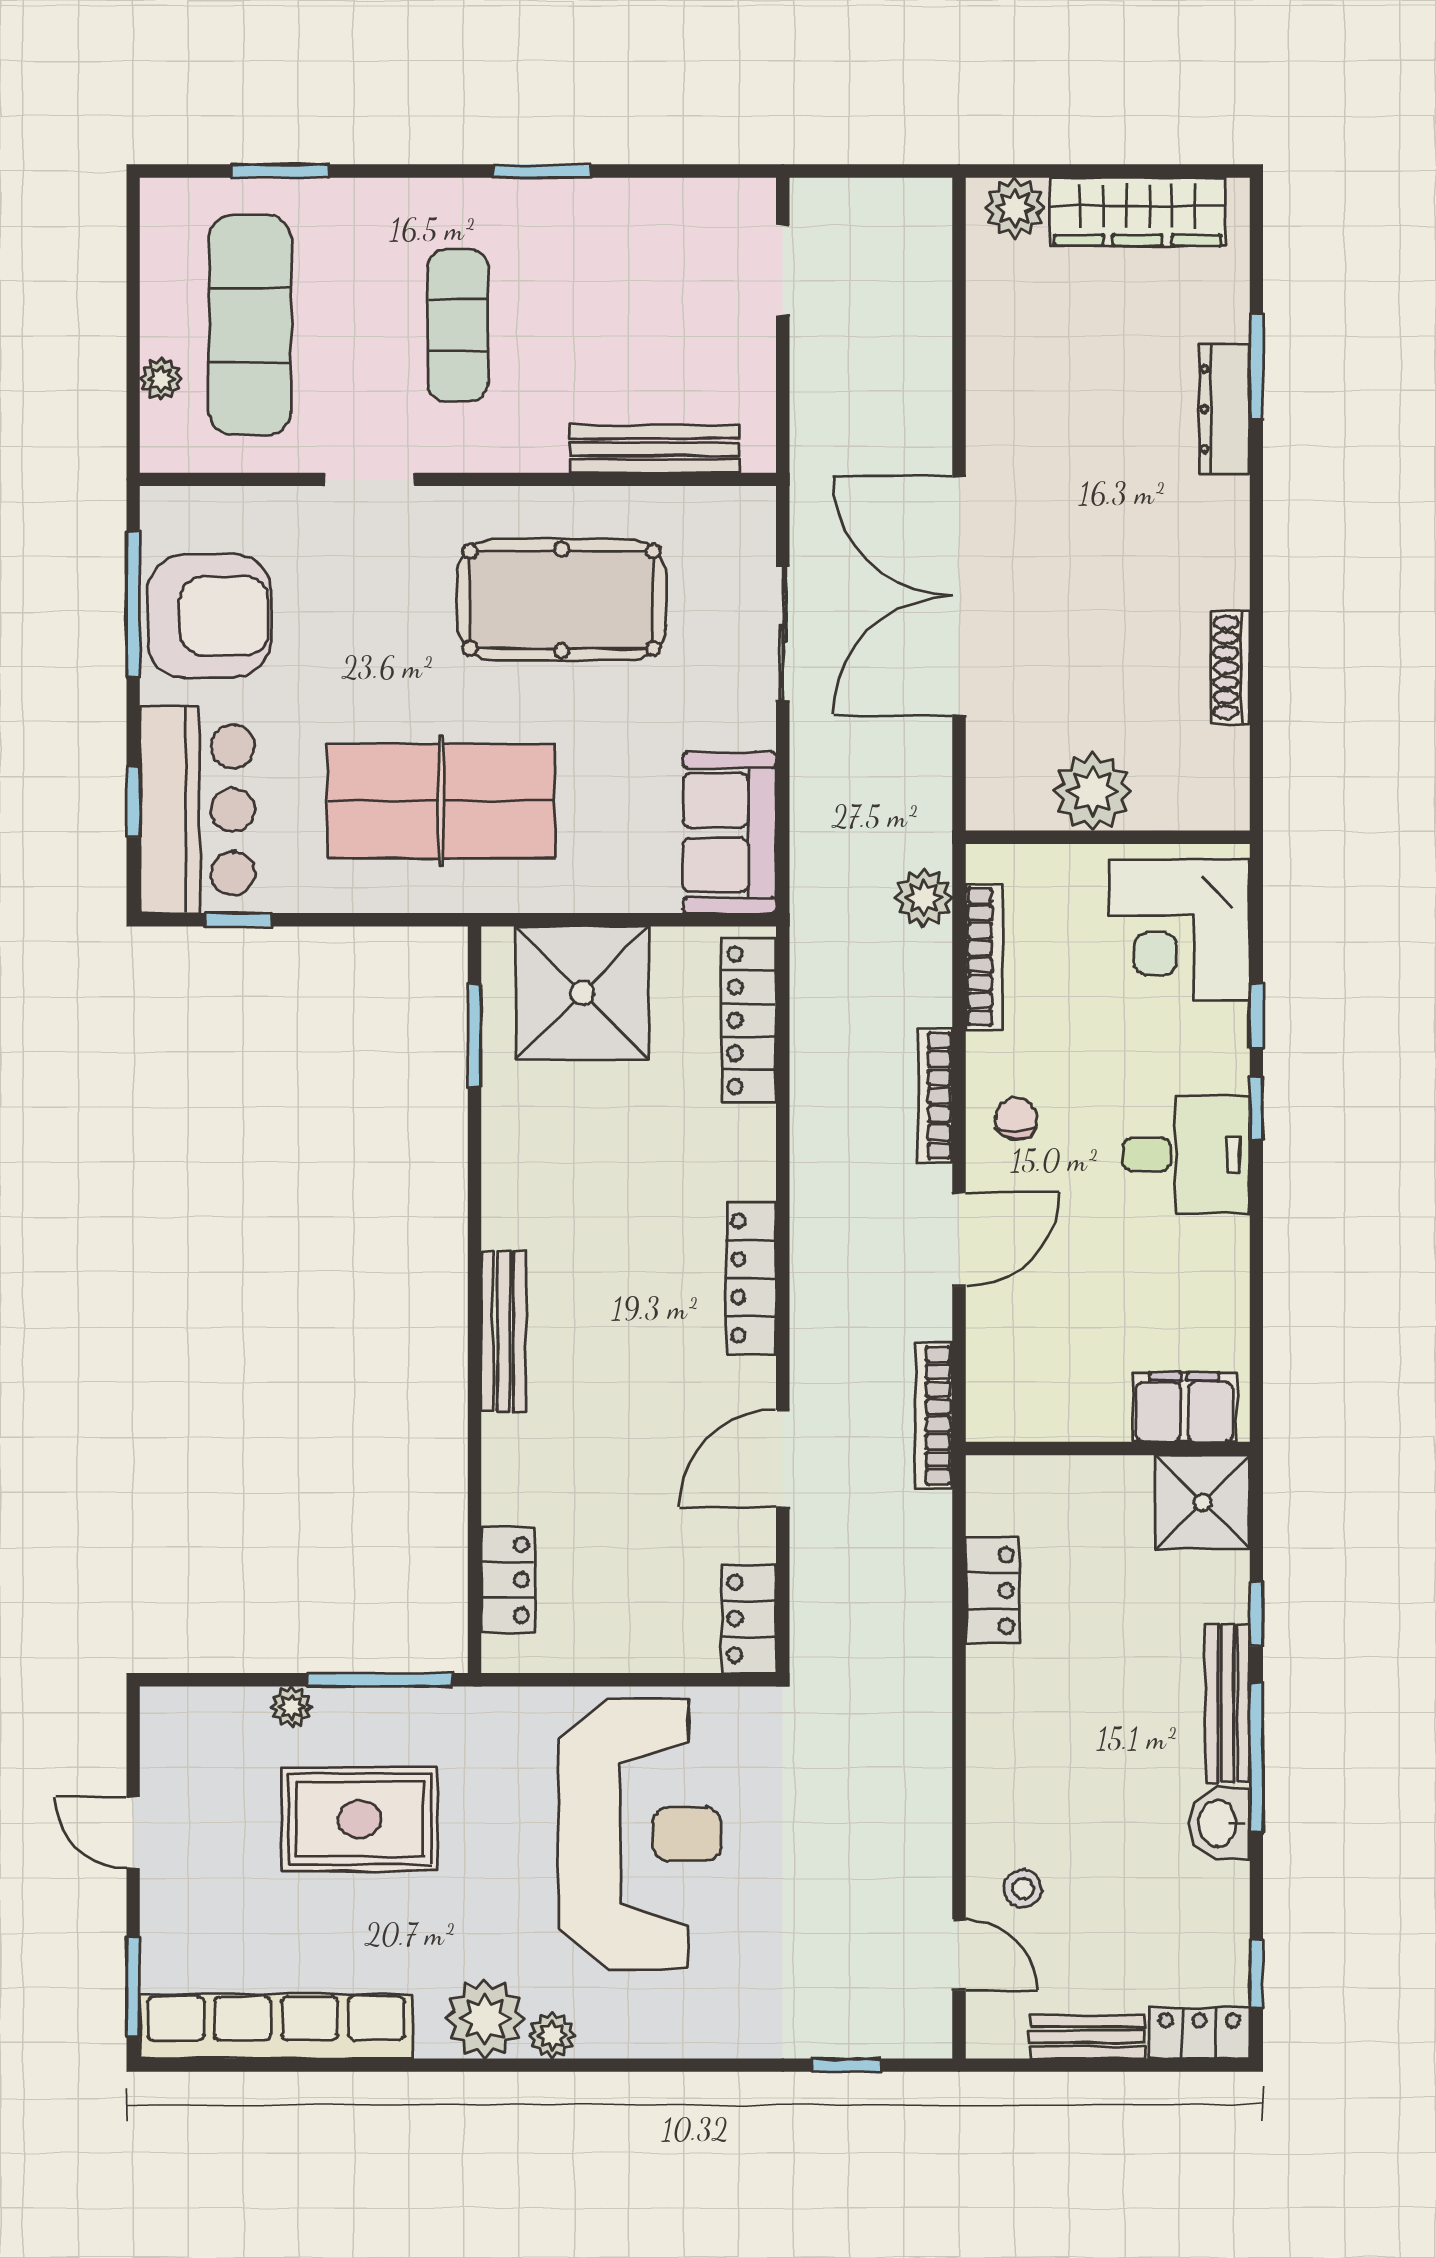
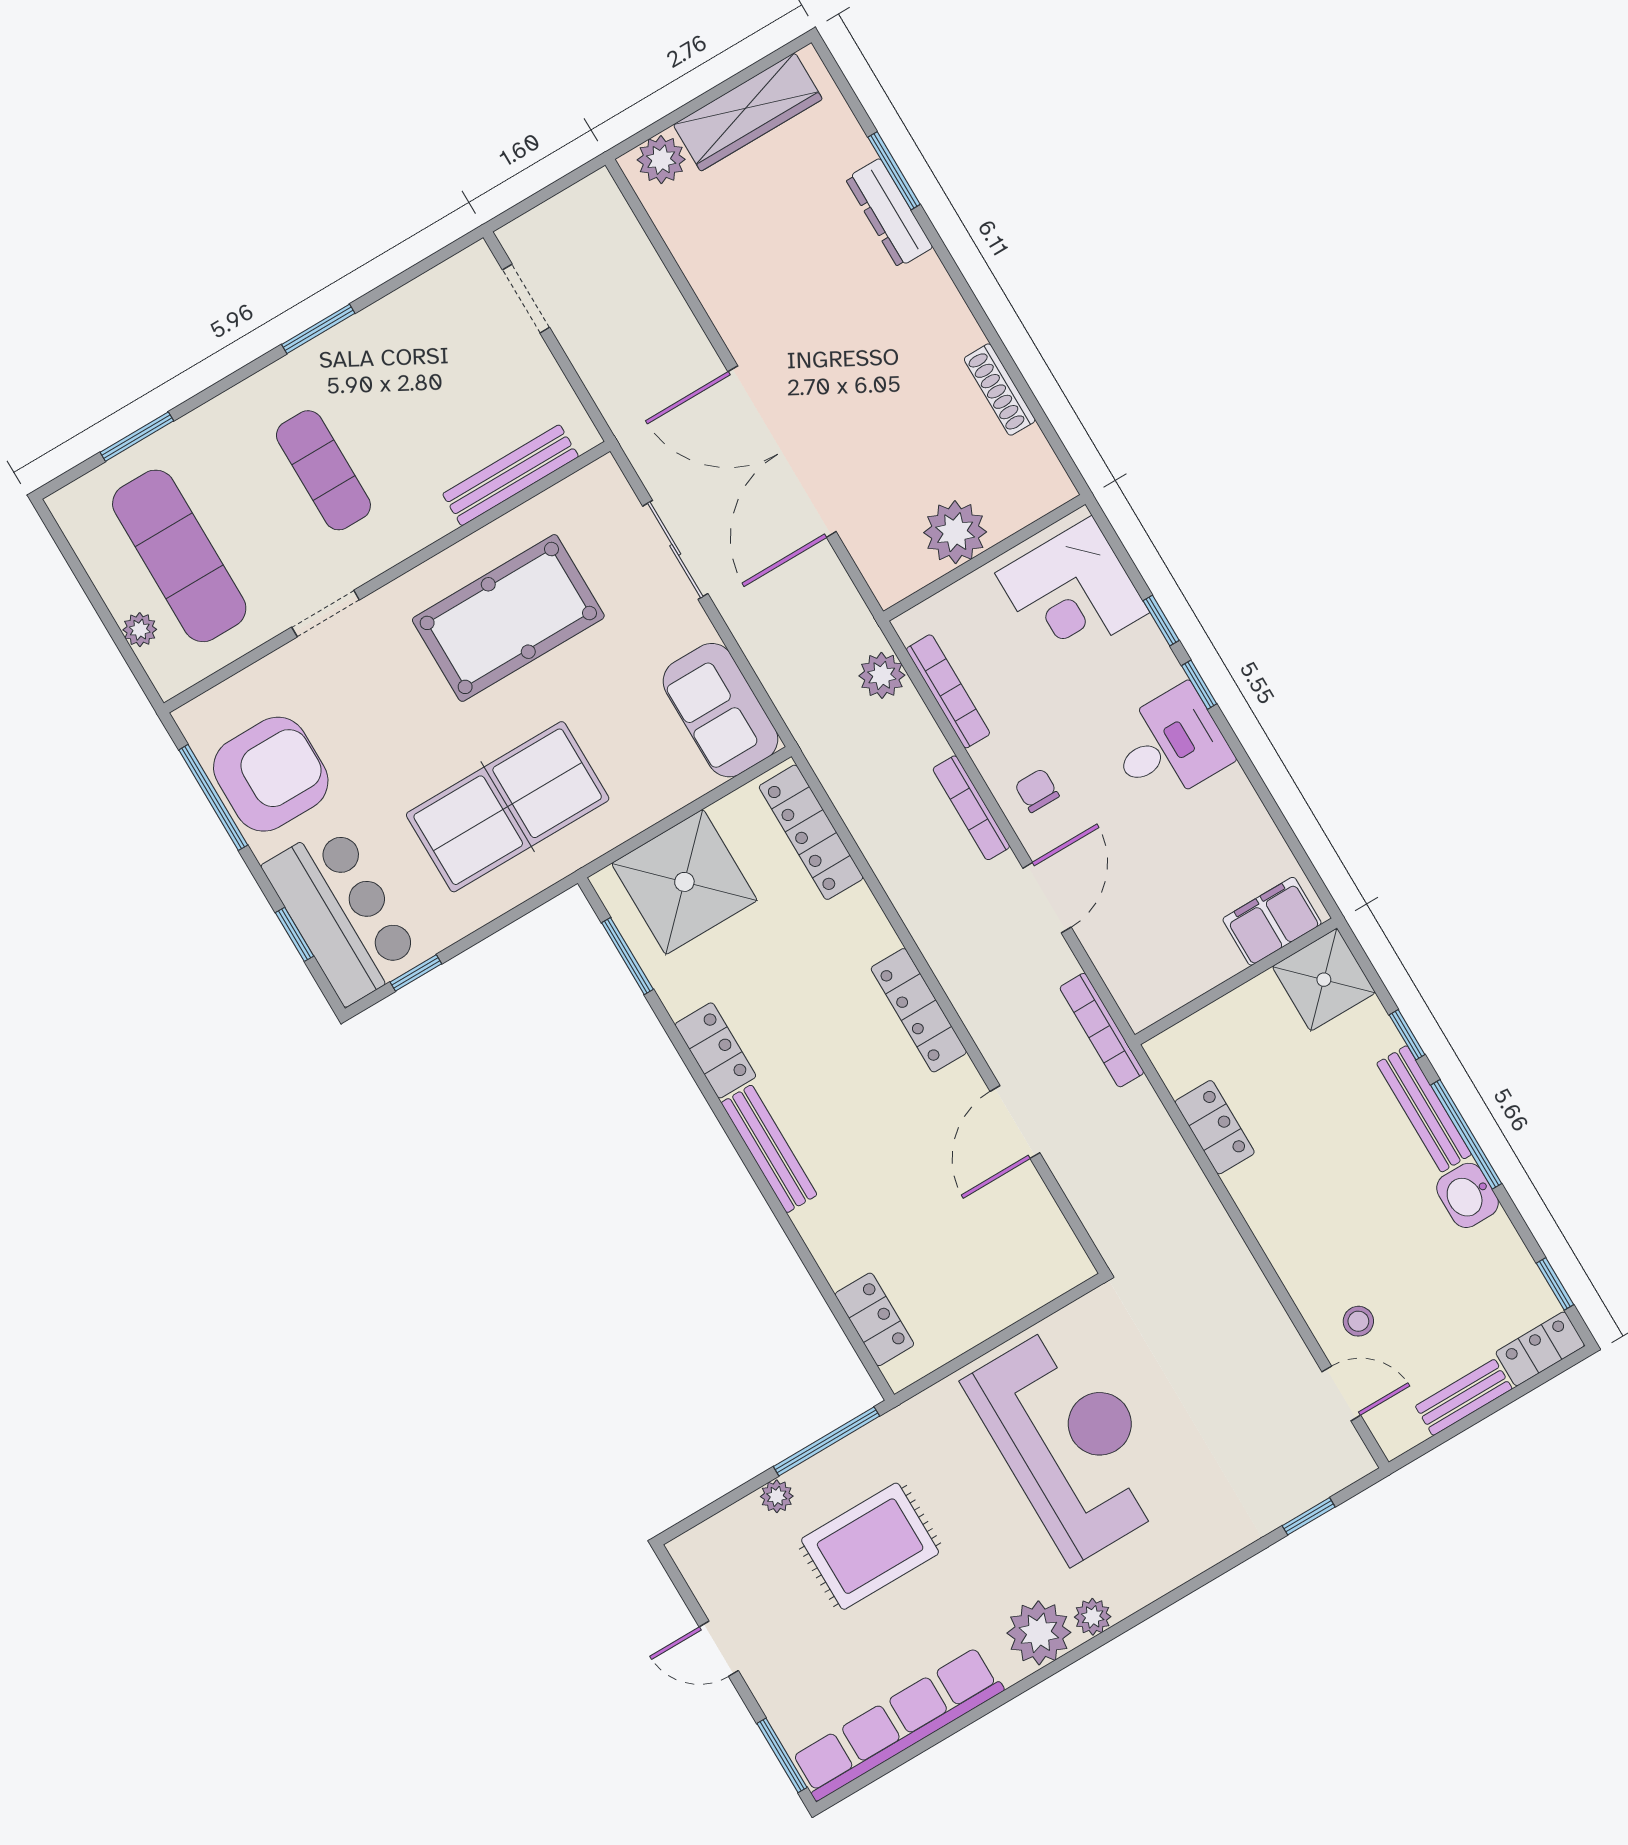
locker: (749, 1619) -> (715, 1050), moved, turned 180

